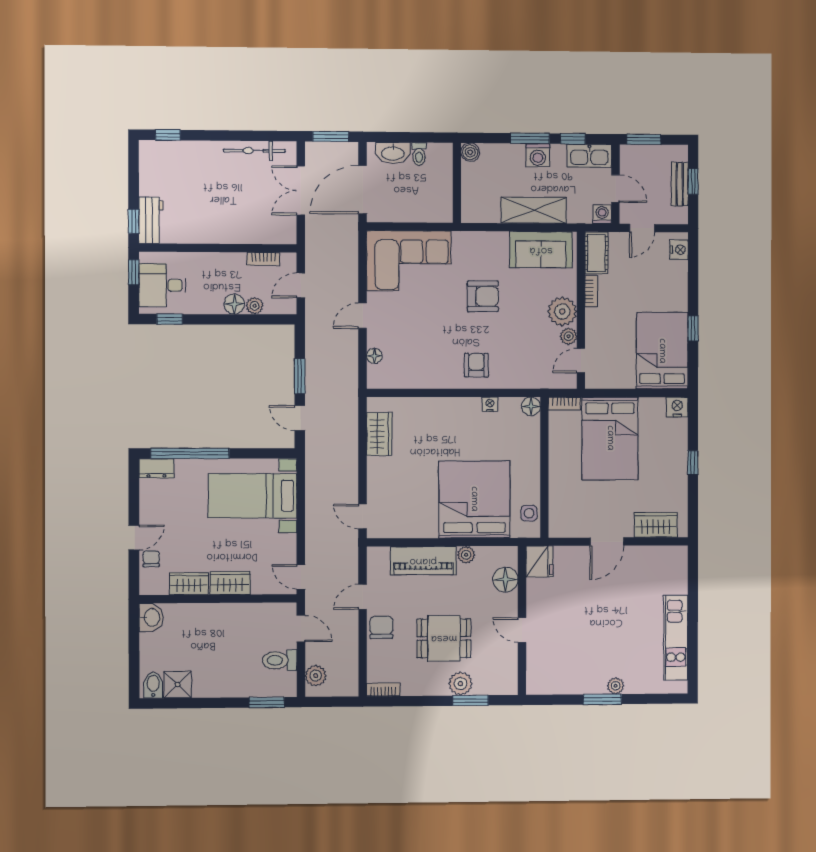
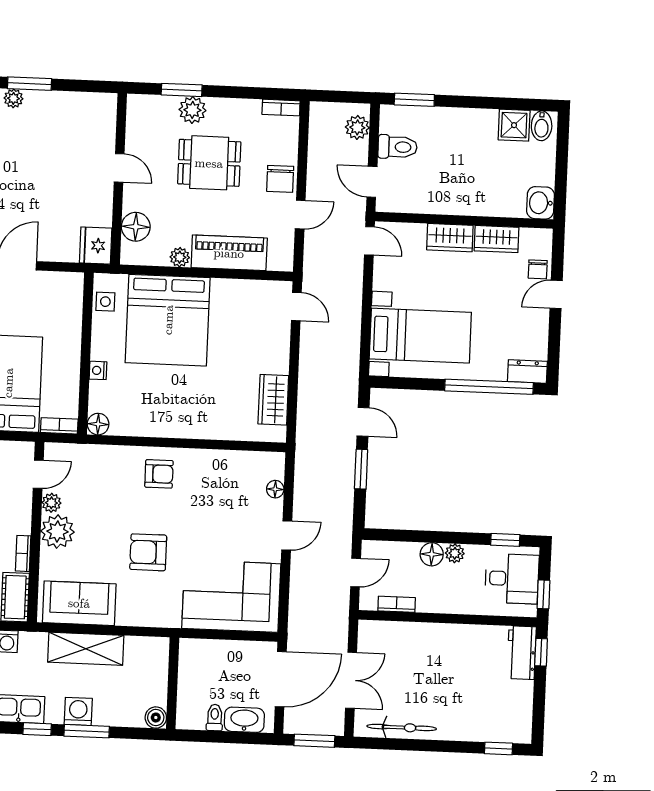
plant: (255, 306) -> (455, 553), moved
armchair: (476, 365) -> (159, 474), turned -90
nightstand: (490, 404) -> (98, 370), moved, turned 90

